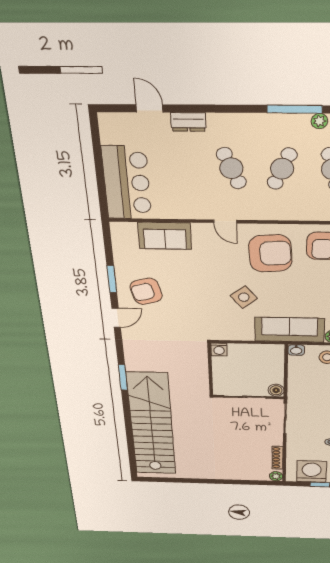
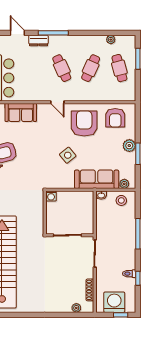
window: (295, 109) -> (53, 33), moved
armchair: (270, 253) -> (84, 124), turned -86
boiler: (276, 390) -> (88, 229), removed
plant: (276, 476) -> (76, 308), moved

